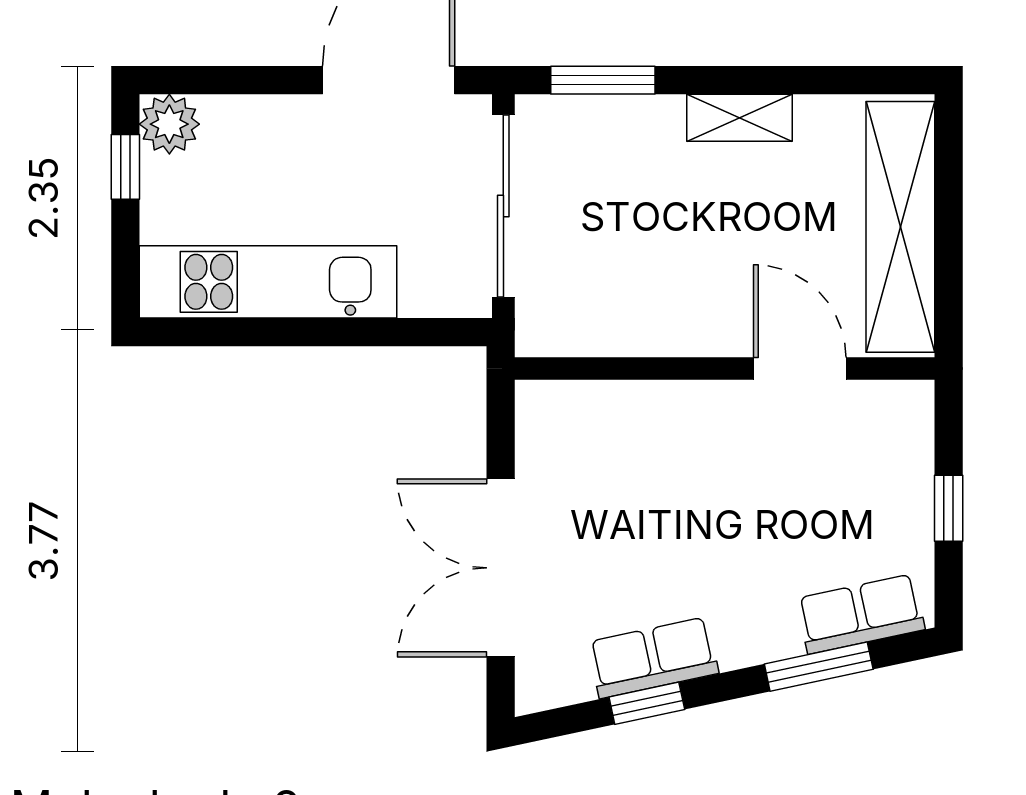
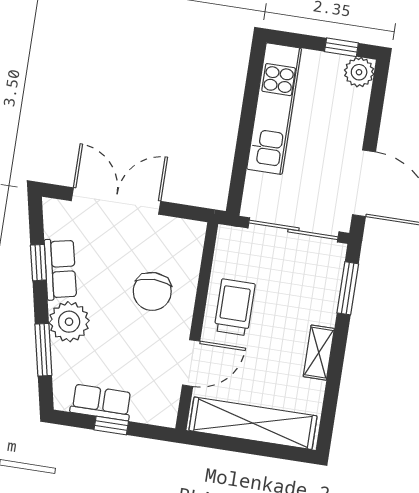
trolley: (675, 299) -> (235, 307), added
chair: (669, 468) -> (152, 291), added
row of seats: (861, 614) -> (101, 402), moved, turned -78
plant: (755, 624) -> (69, 322), added

